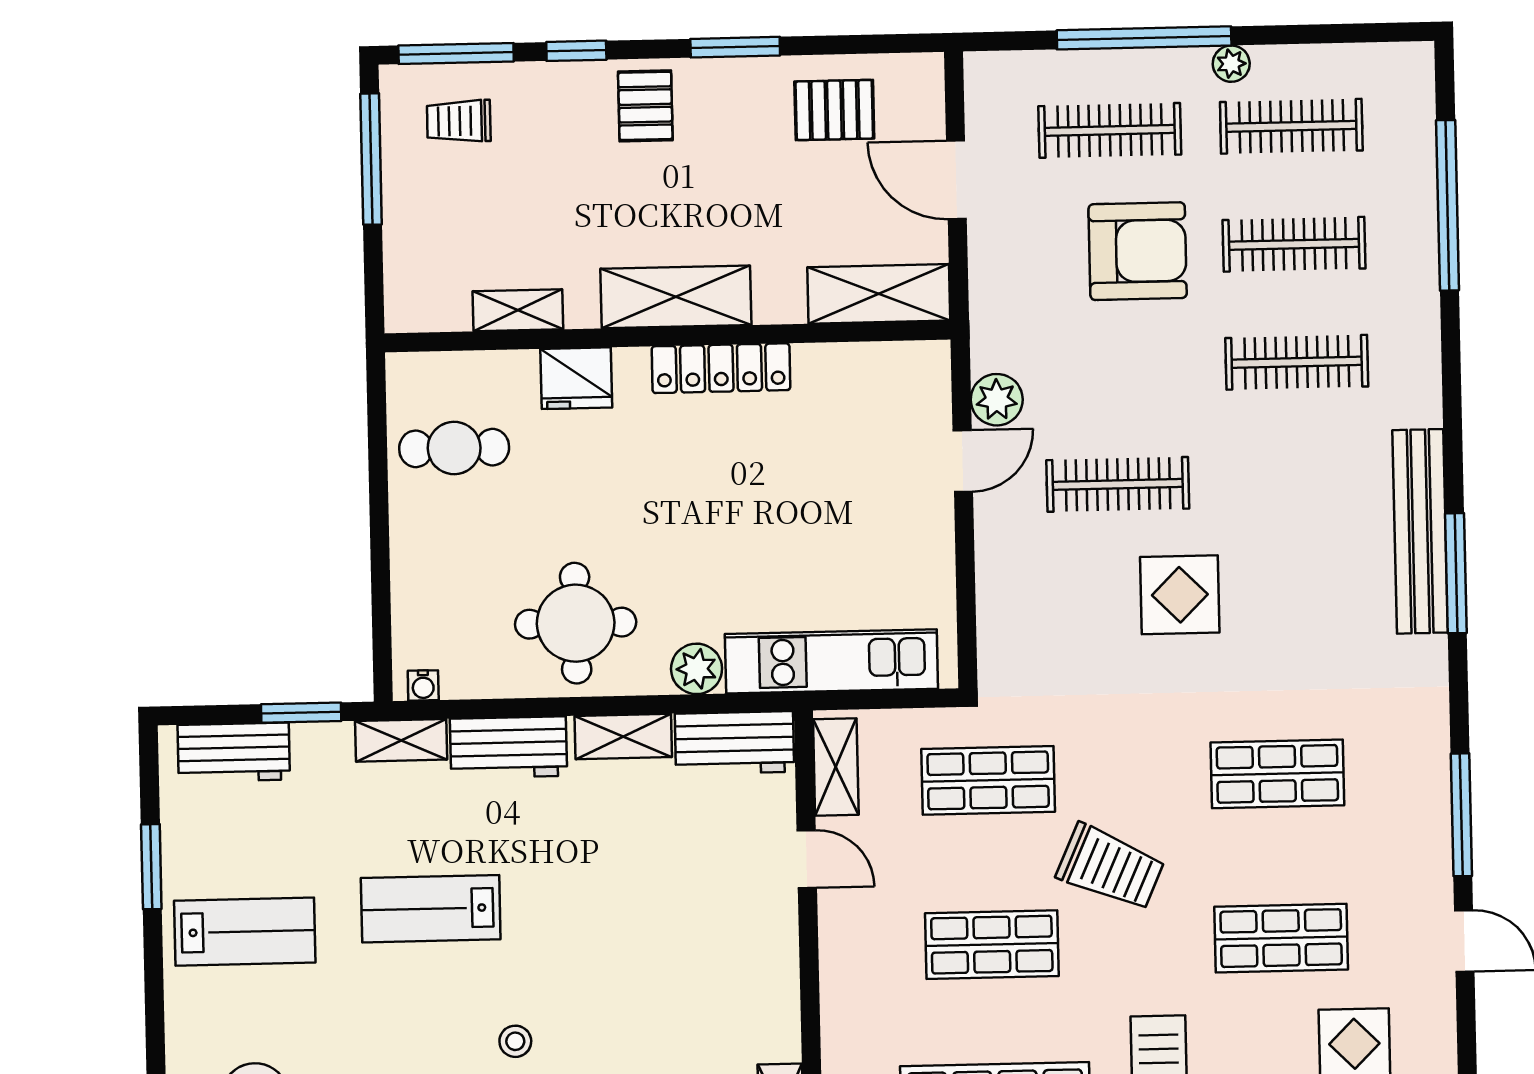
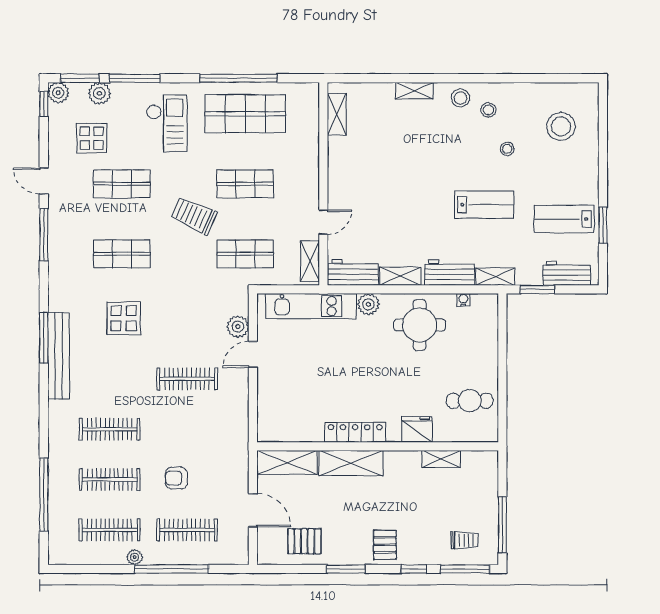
armchair: (1138, 251) -> (176, 478), width x0.53, depth x0.53
shelving: (676, 297) -> (351, 463), moved
plant: (997, 400) -> (238, 327), moved
door: (963, 461) -> (253, 354), moved
display table: (1180, 595) -> (124, 318), moved
water cooler: (423, 685) -> (463, 300), moved
door: (807, 859) -> (323, 222), swing flipped
lab bench: (245, 932) -> (564, 219), moved
stool: (515, 1041) -> (507, 149), moved

